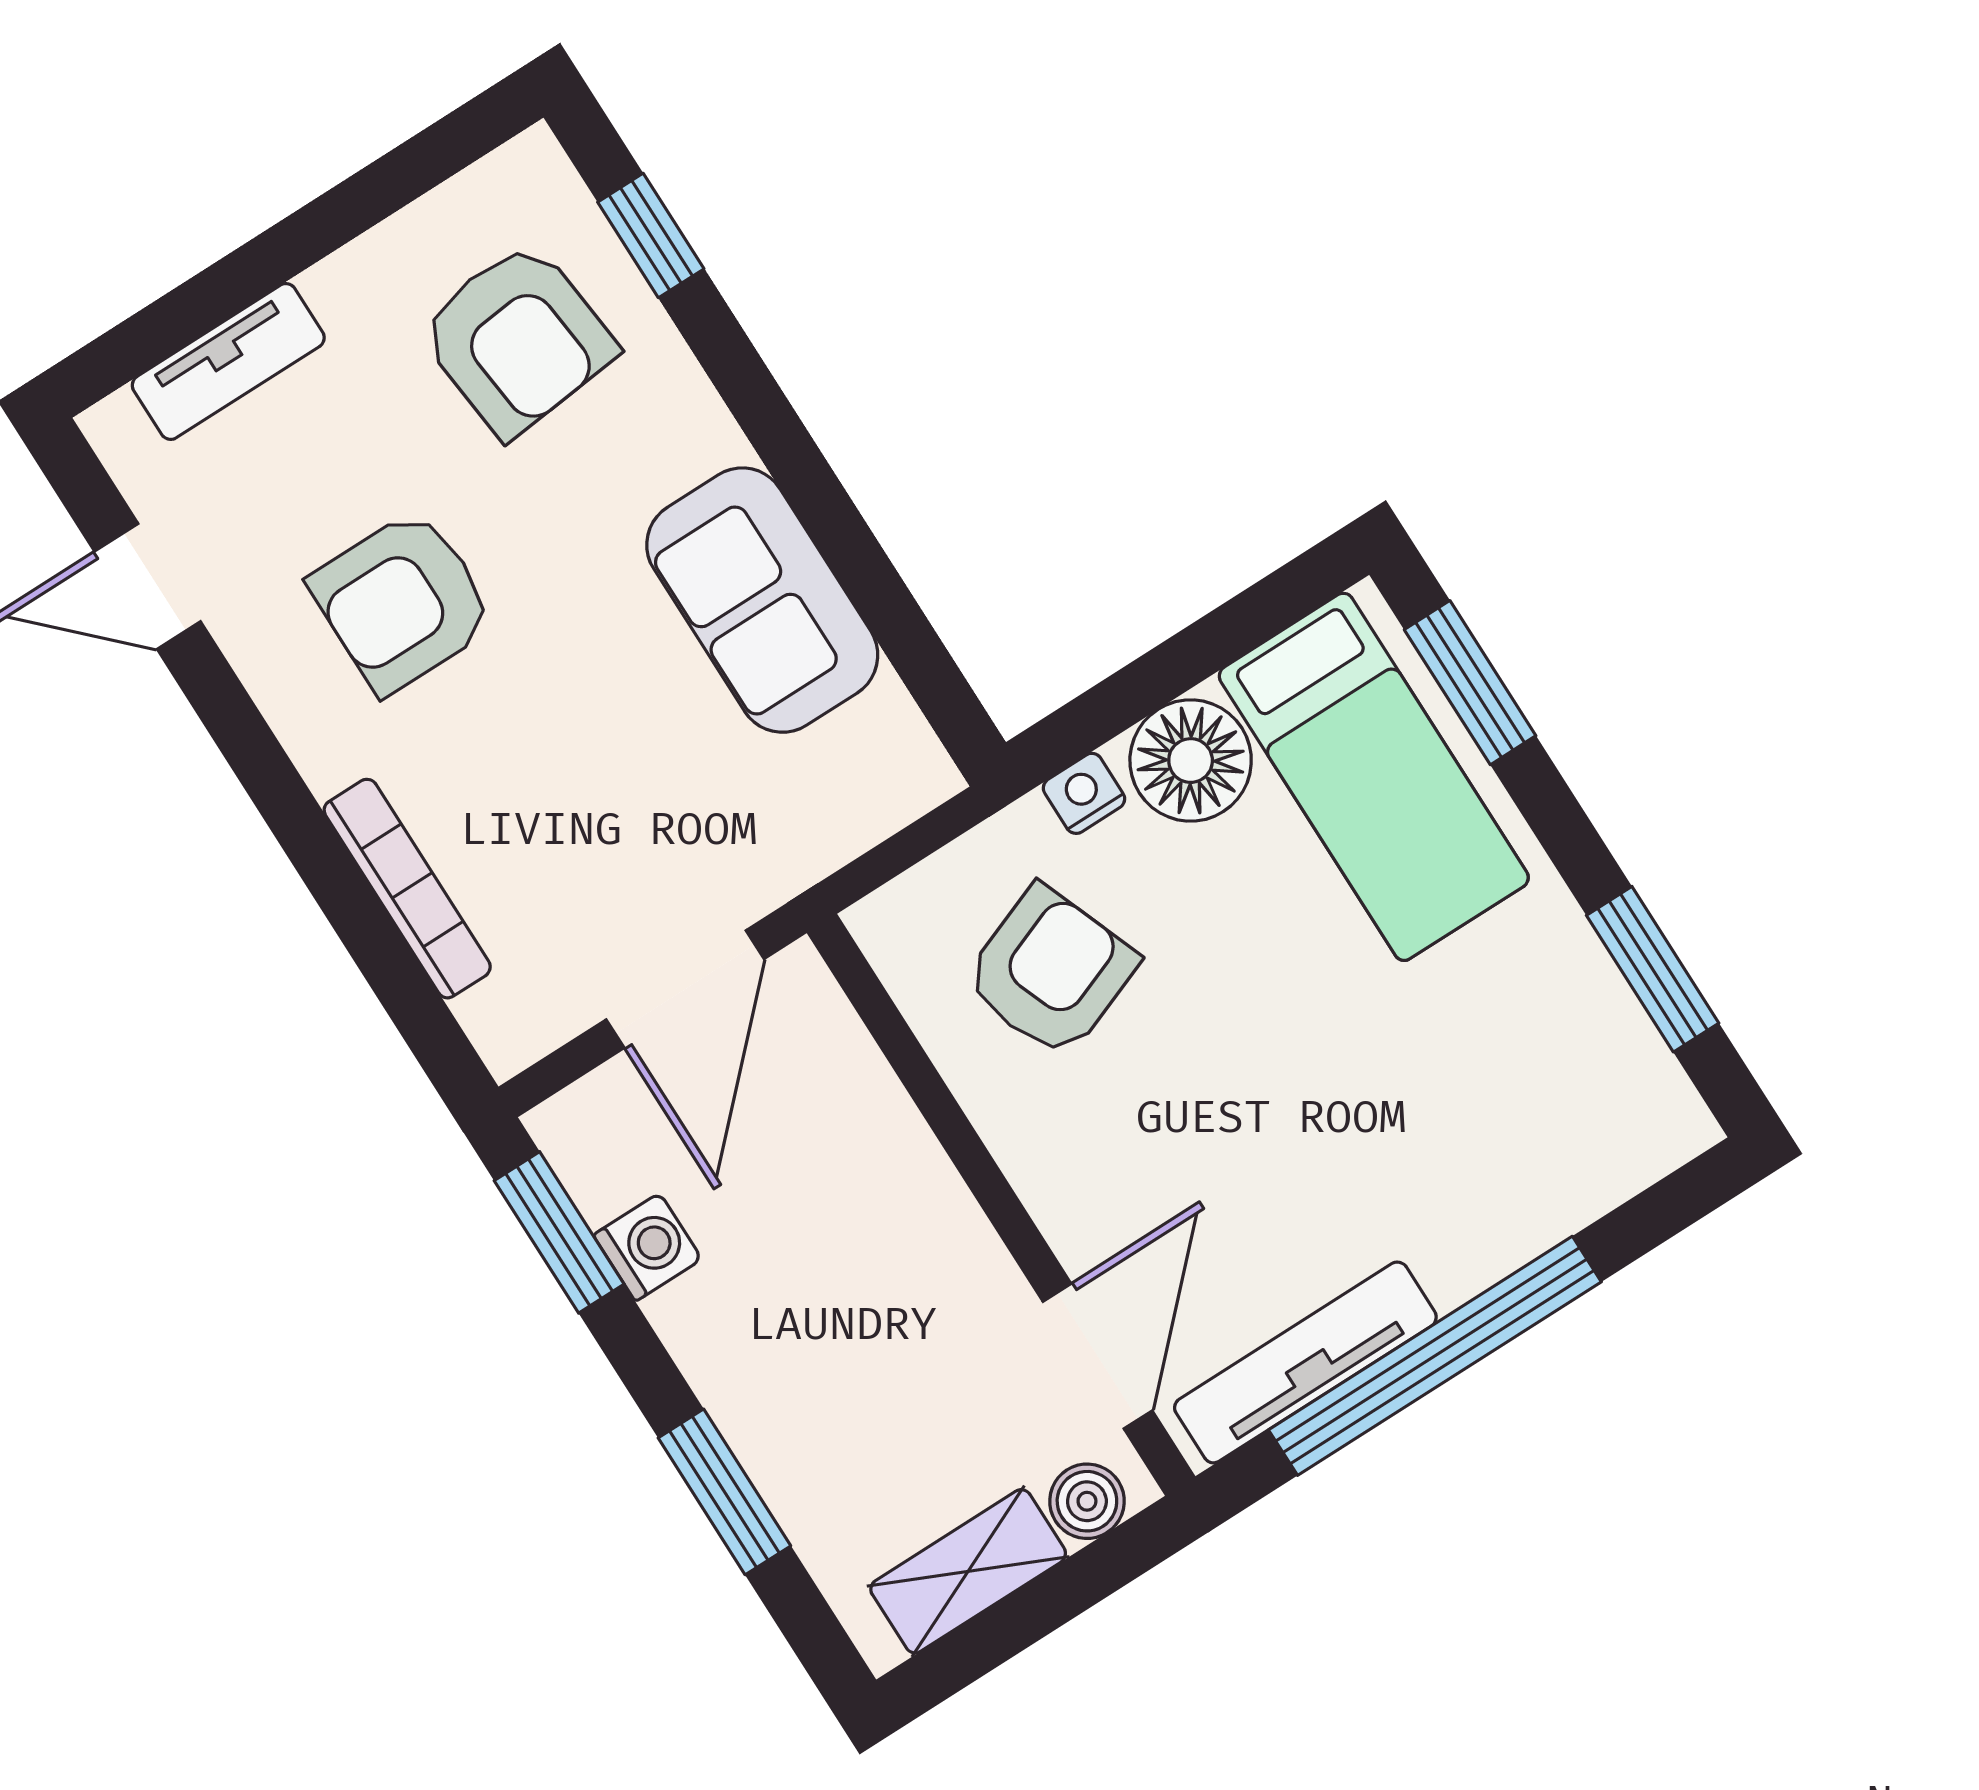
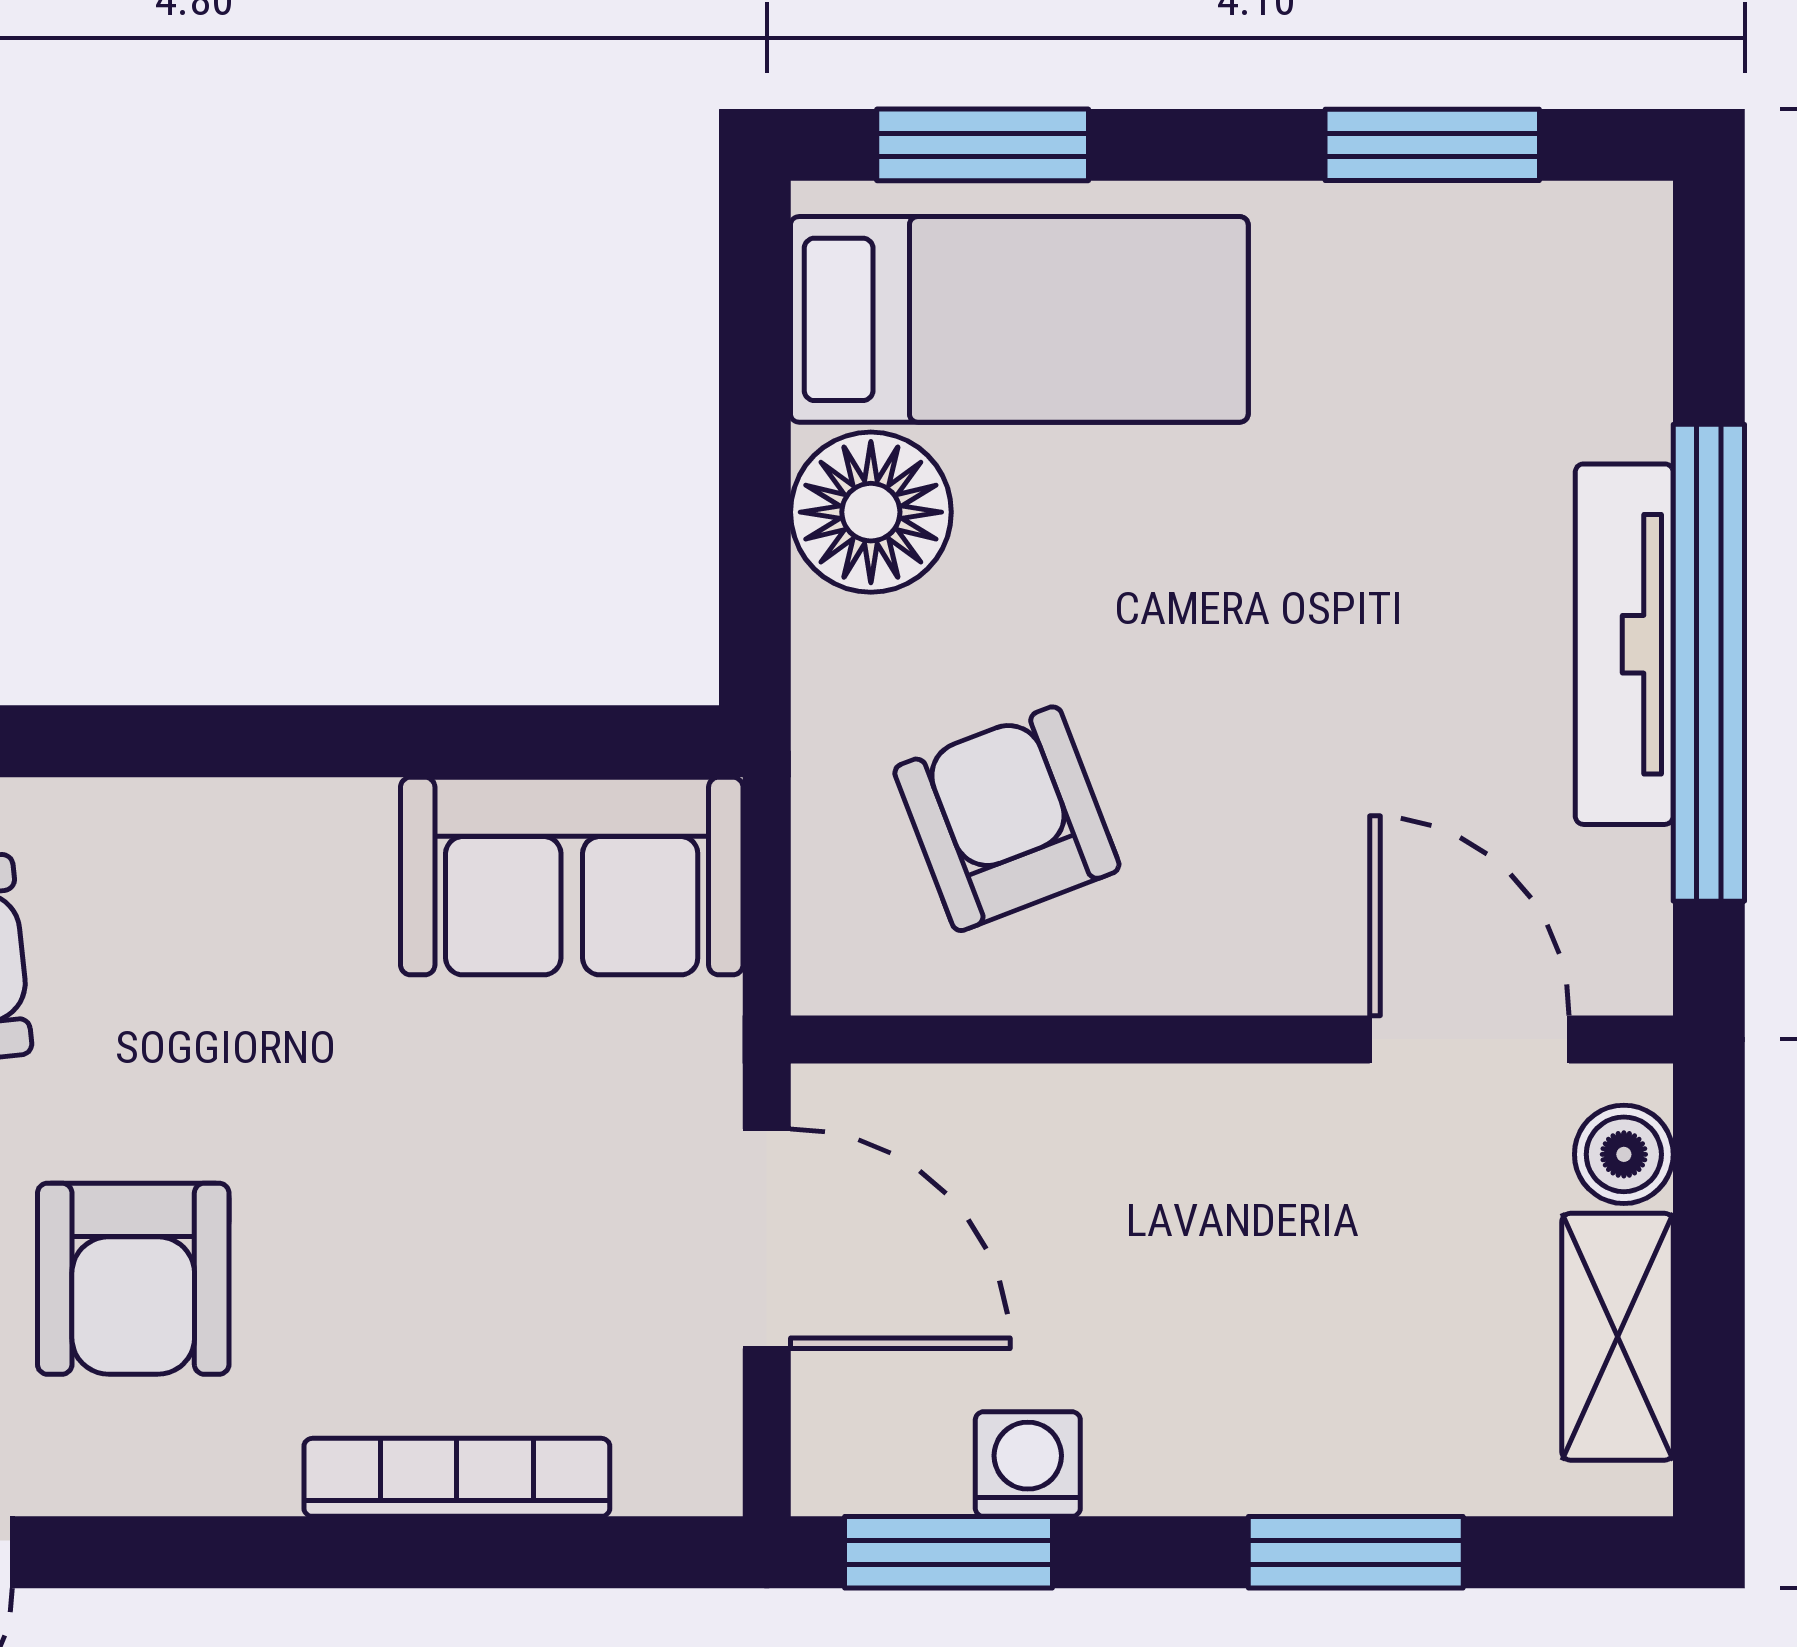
sofa: (762, 600) -> (572, 876), moved
nightstand: (1084, 793) -> (832, 654), removed
tv unit: (1305, 1362) -> (1624, 644), moved

